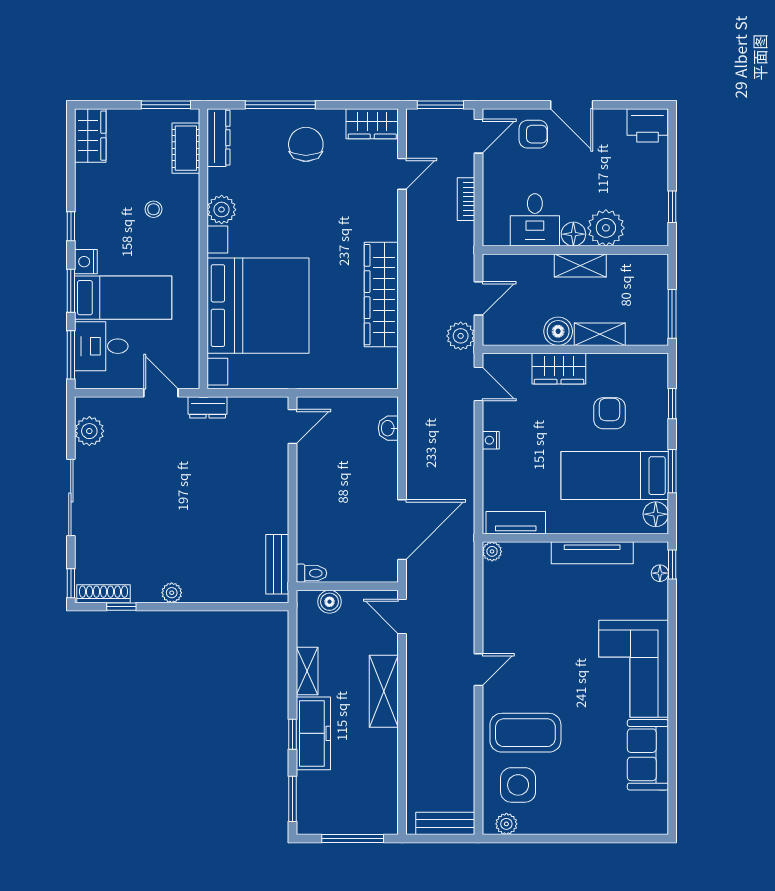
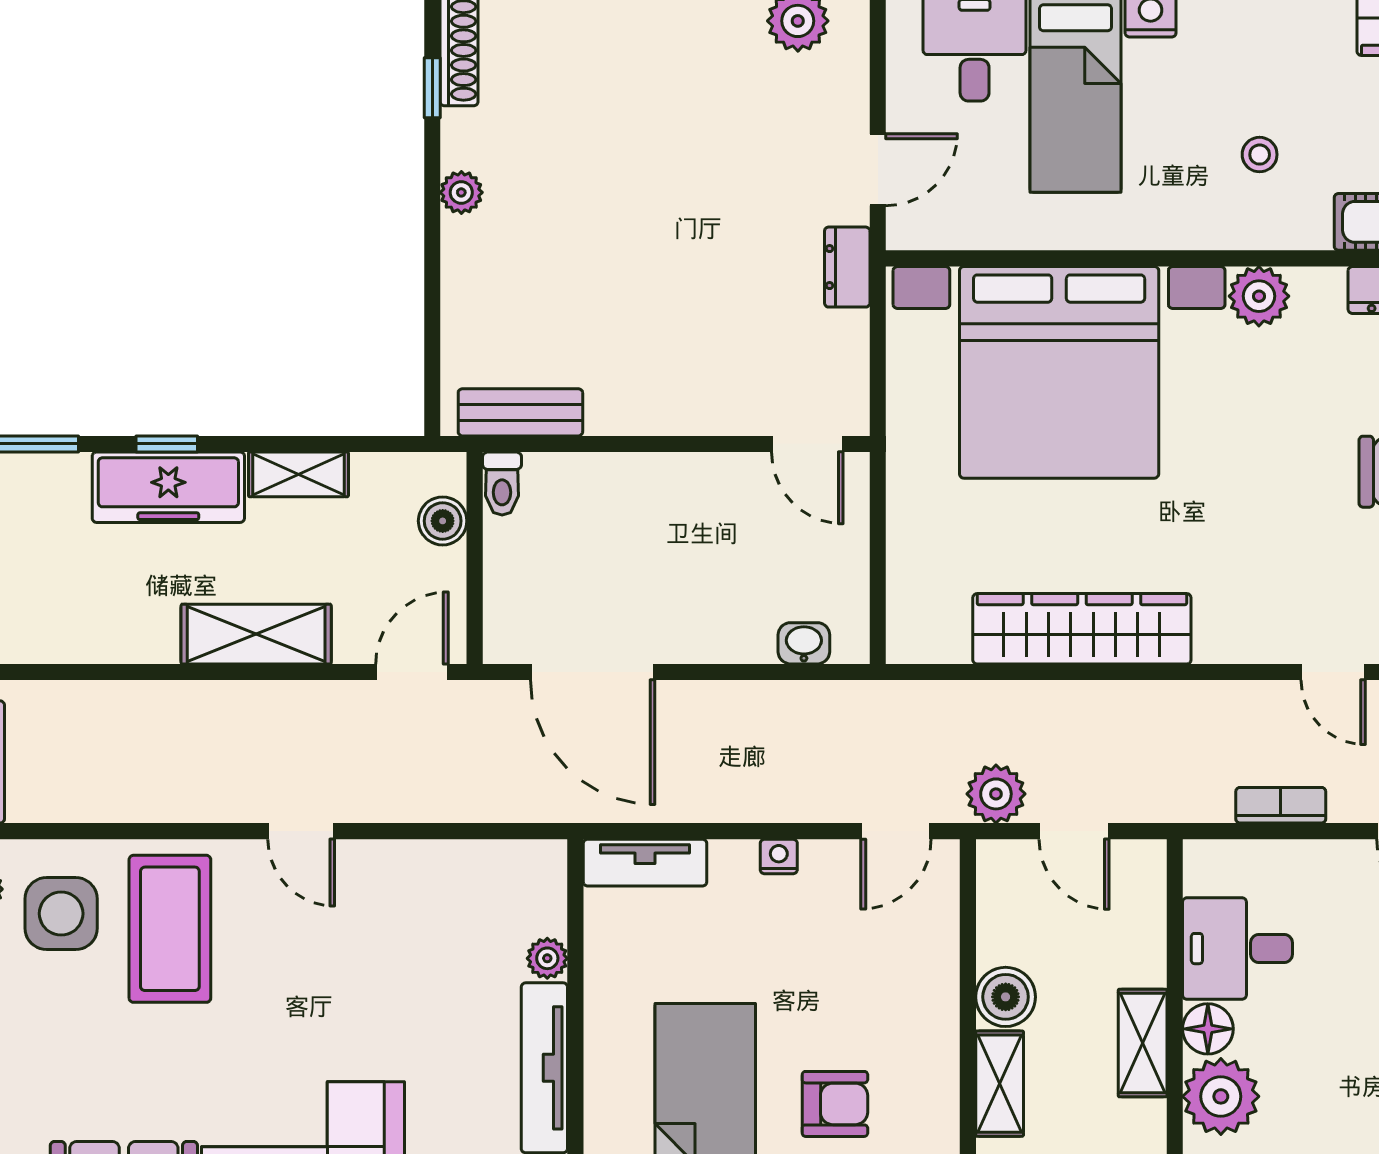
wardrobe: (559, 369) -> (928, 999), removed
tv unit: (516, 523) -> (645, 863), moved, turned 90
plant: (492, 551) -> (547, 958), moved

